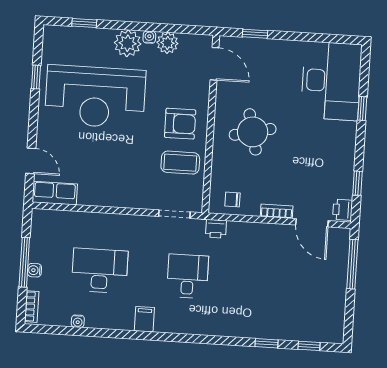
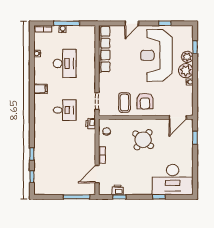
plant: (167, 43) -> (187, 57), moved
round table: (253, 132) -> (143, 140), turned -38
door: (31, 161) -> (132, 23), moved
row of seats: (55, 193) -> (104, 49), width x2.02
printer: (343, 210) -> (118, 190), moved

